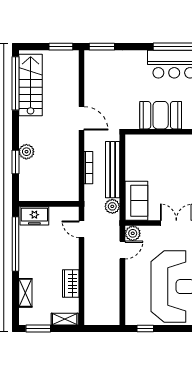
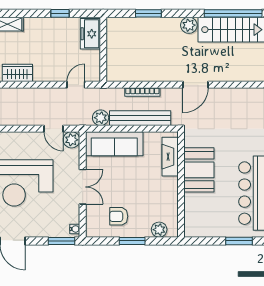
fireplace: (148, 142) -> (170, 157), added
plant: (26, 152) -> (189, 25), moved
sofa: (136, 201) -> (114, 144), width x1.36
window: (15, 244) -> (60, 13), width x0.32

